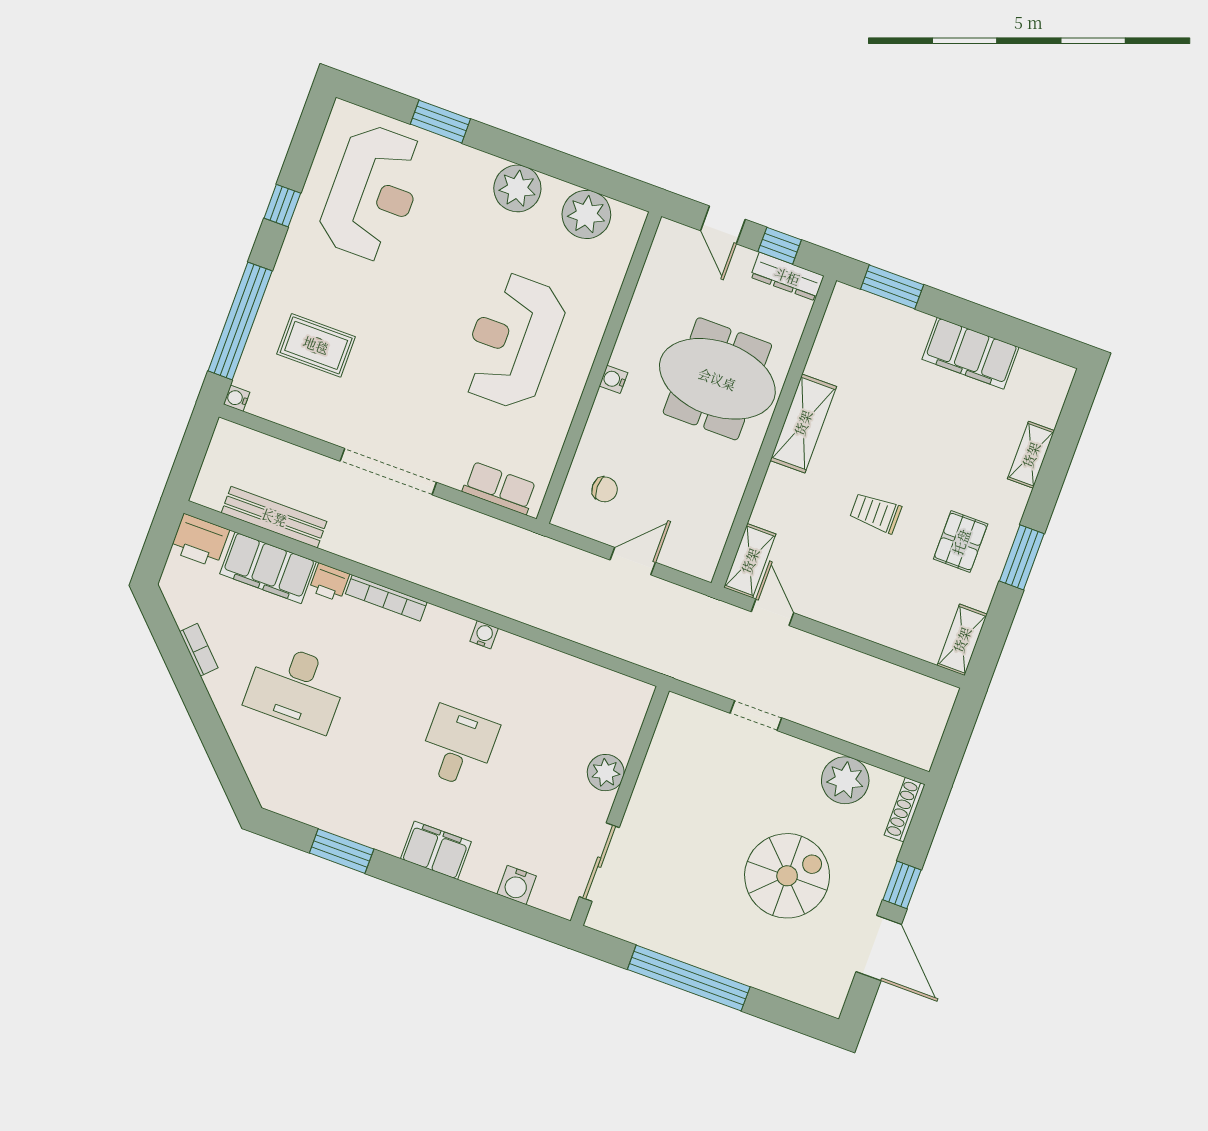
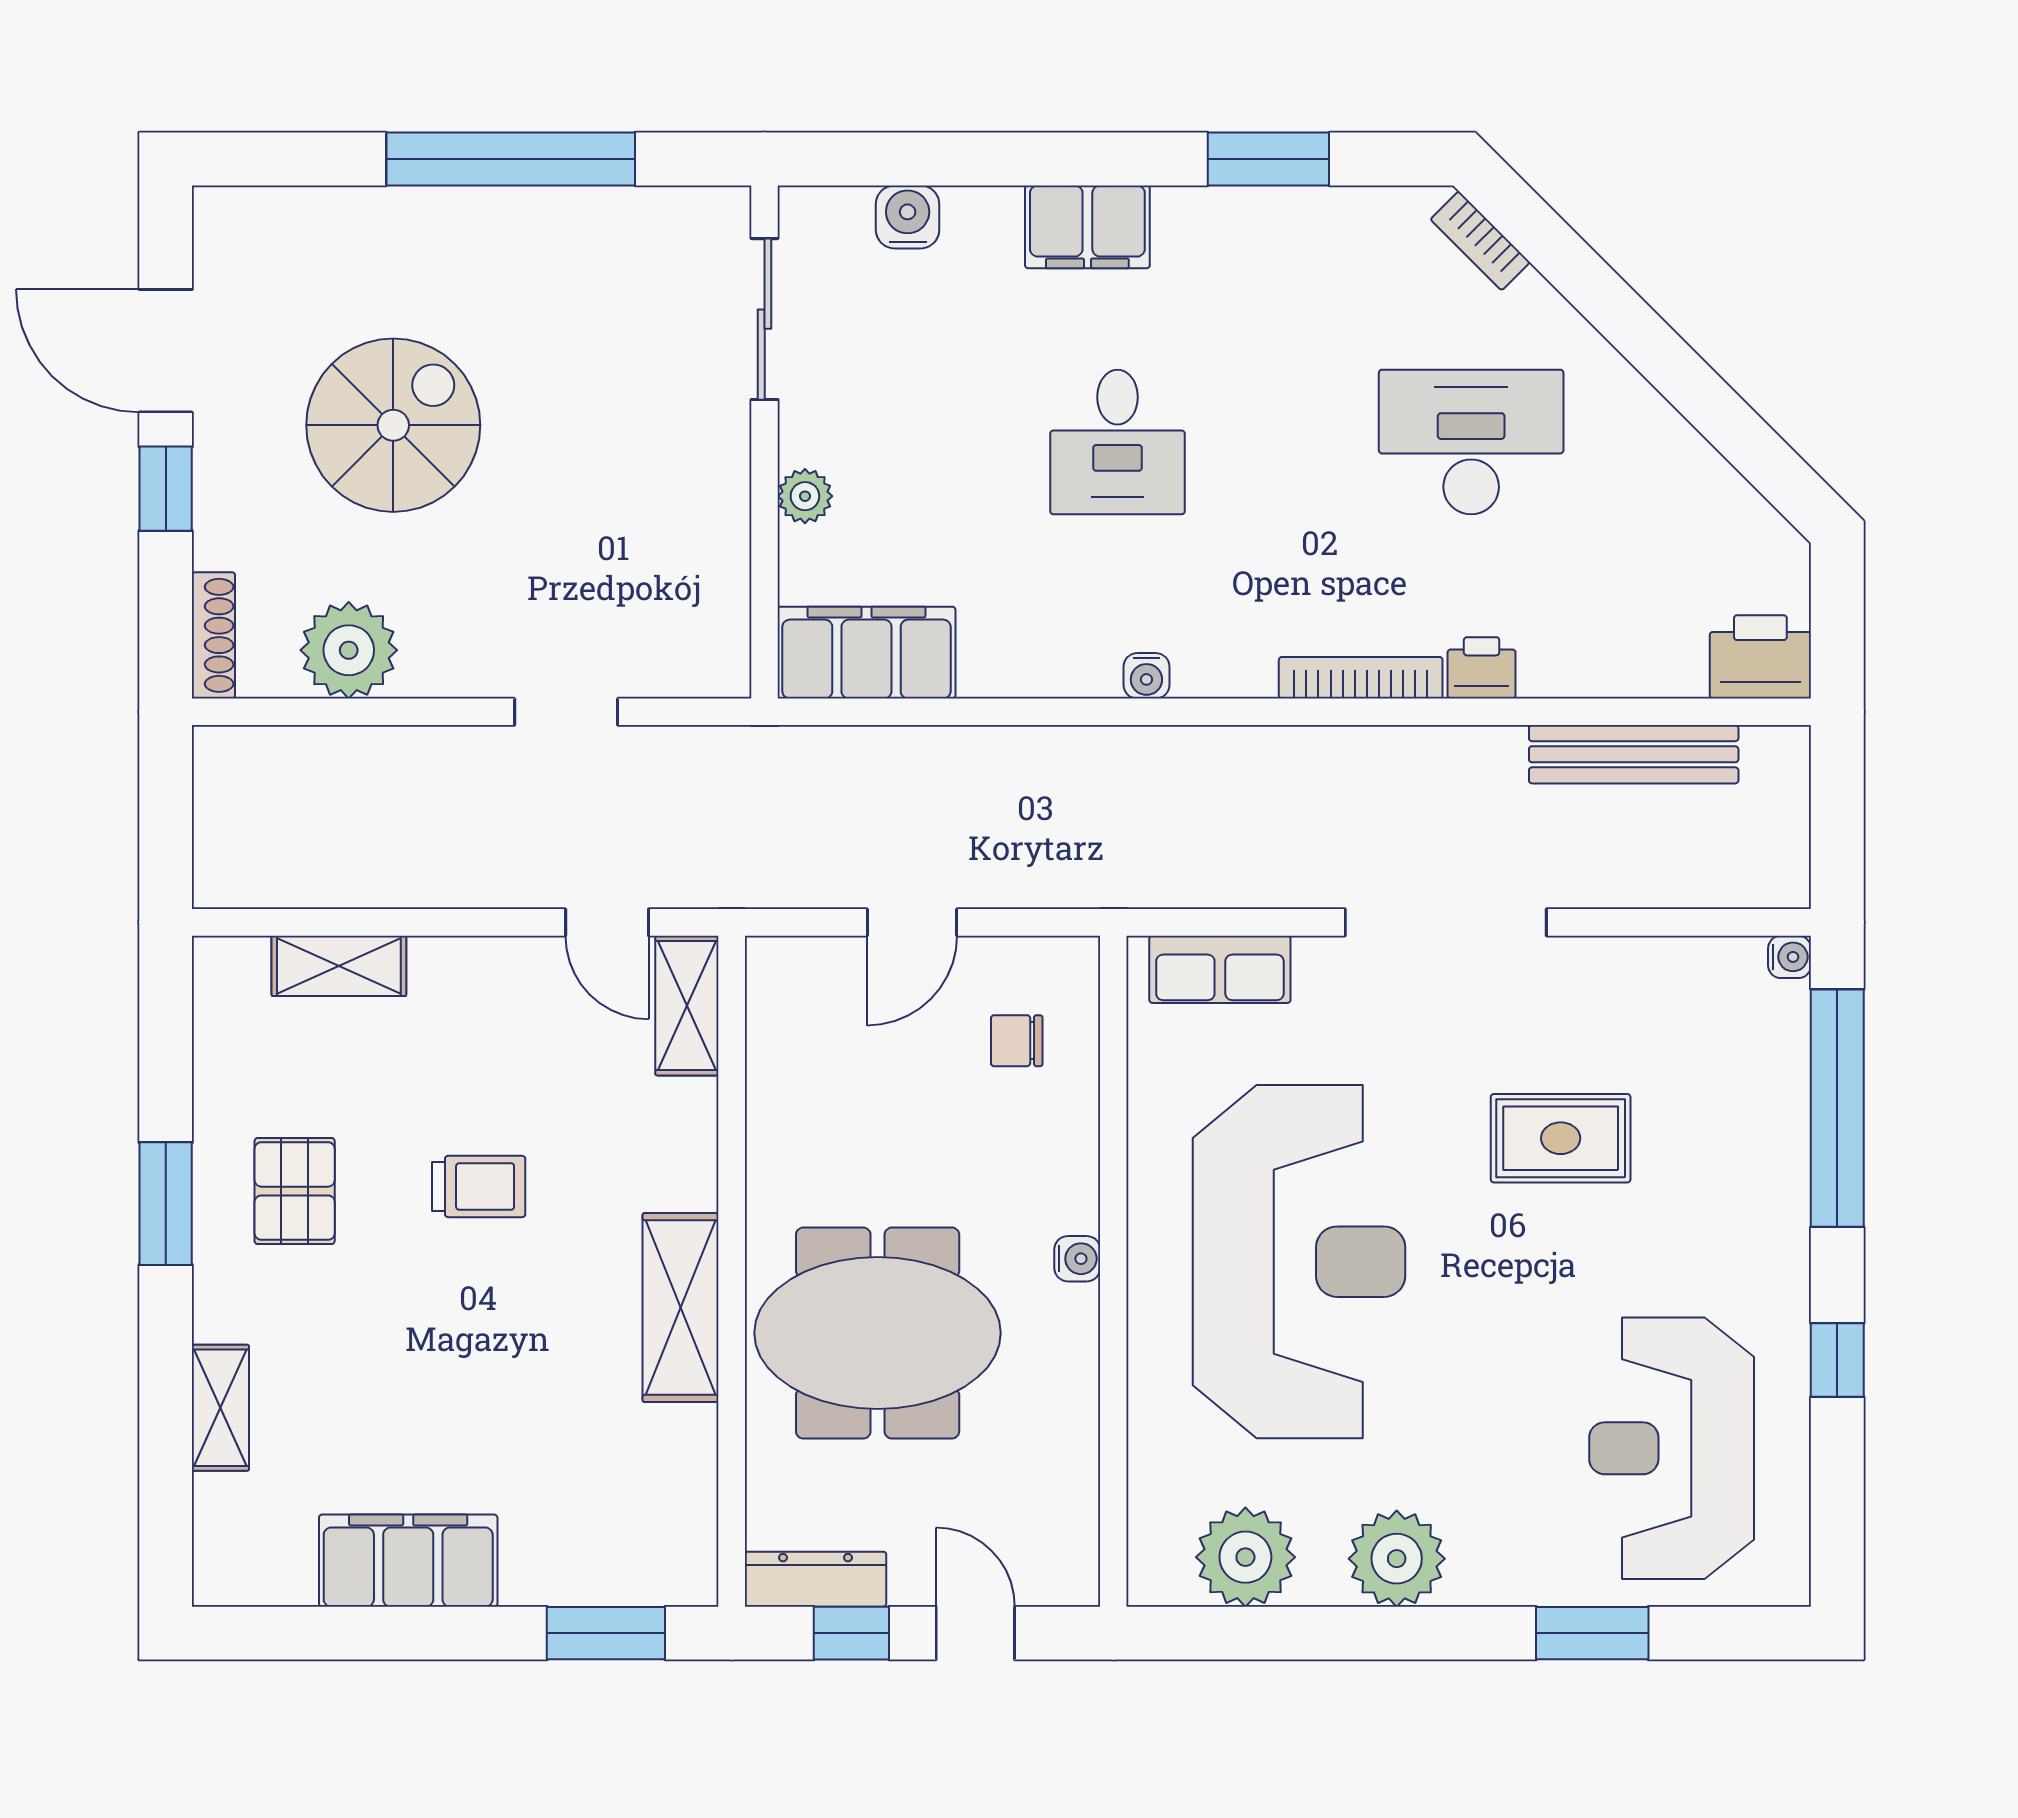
reception desk: (512, 341) -> (1299, 1262), width x1.36, depth x1.30
rug: (316, 345) -> (1561, 1138), moved
filing cabinet: (268, 568) -> (866, 653), moved
shelving: (962, 640) -> (339, 966), moved, turned 90
bookcase: (199, 650) -> (1480, 241), moved
plant: (606, 773) -> (805, 496), width x0.73, depth x0.73
spiral stairs: (787, 876) -> (393, 425), turned 180

